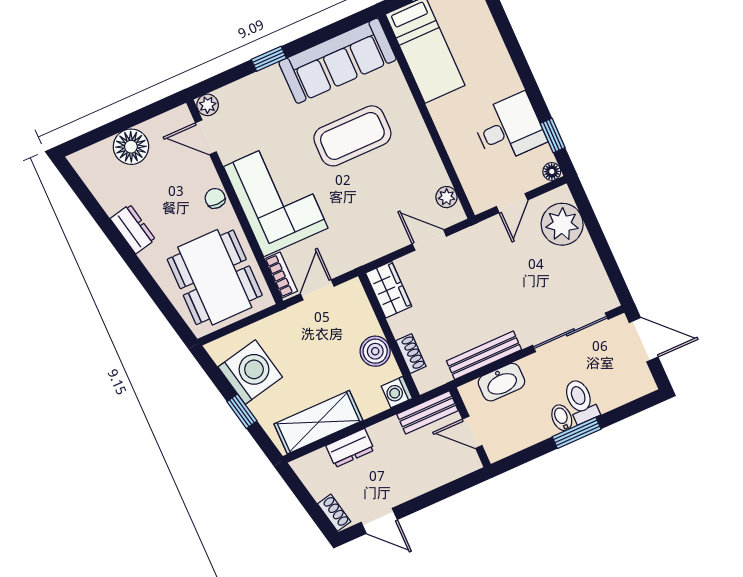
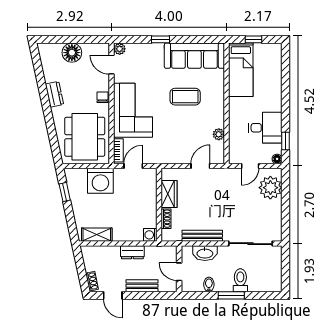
coffee table: (352, 136) -> (185, 97), width x0.73, depth x0.76
plant: (446, 197) -> (219, 134), moved
door: (429, 240) -> (200, 166), hinge flipped
wardrobe: (389, 290) -> (169, 194), moved
door: (644, 340) -> (286, 264), removed
boiler: (375, 351) -> (149, 210), removed
washing machine: (250, 372) -> (100, 181), moved, turned 102
window: (242, 411) -> (65, 192), moved
bench: (427, 412) -> (142, 286), moved
bidet: (562, 418) -> (209, 284), moved
shelving: (318, 422) -> (97, 235), width x0.67, depth x0.75
dresser: (350, 448) -> (132, 252), moved

